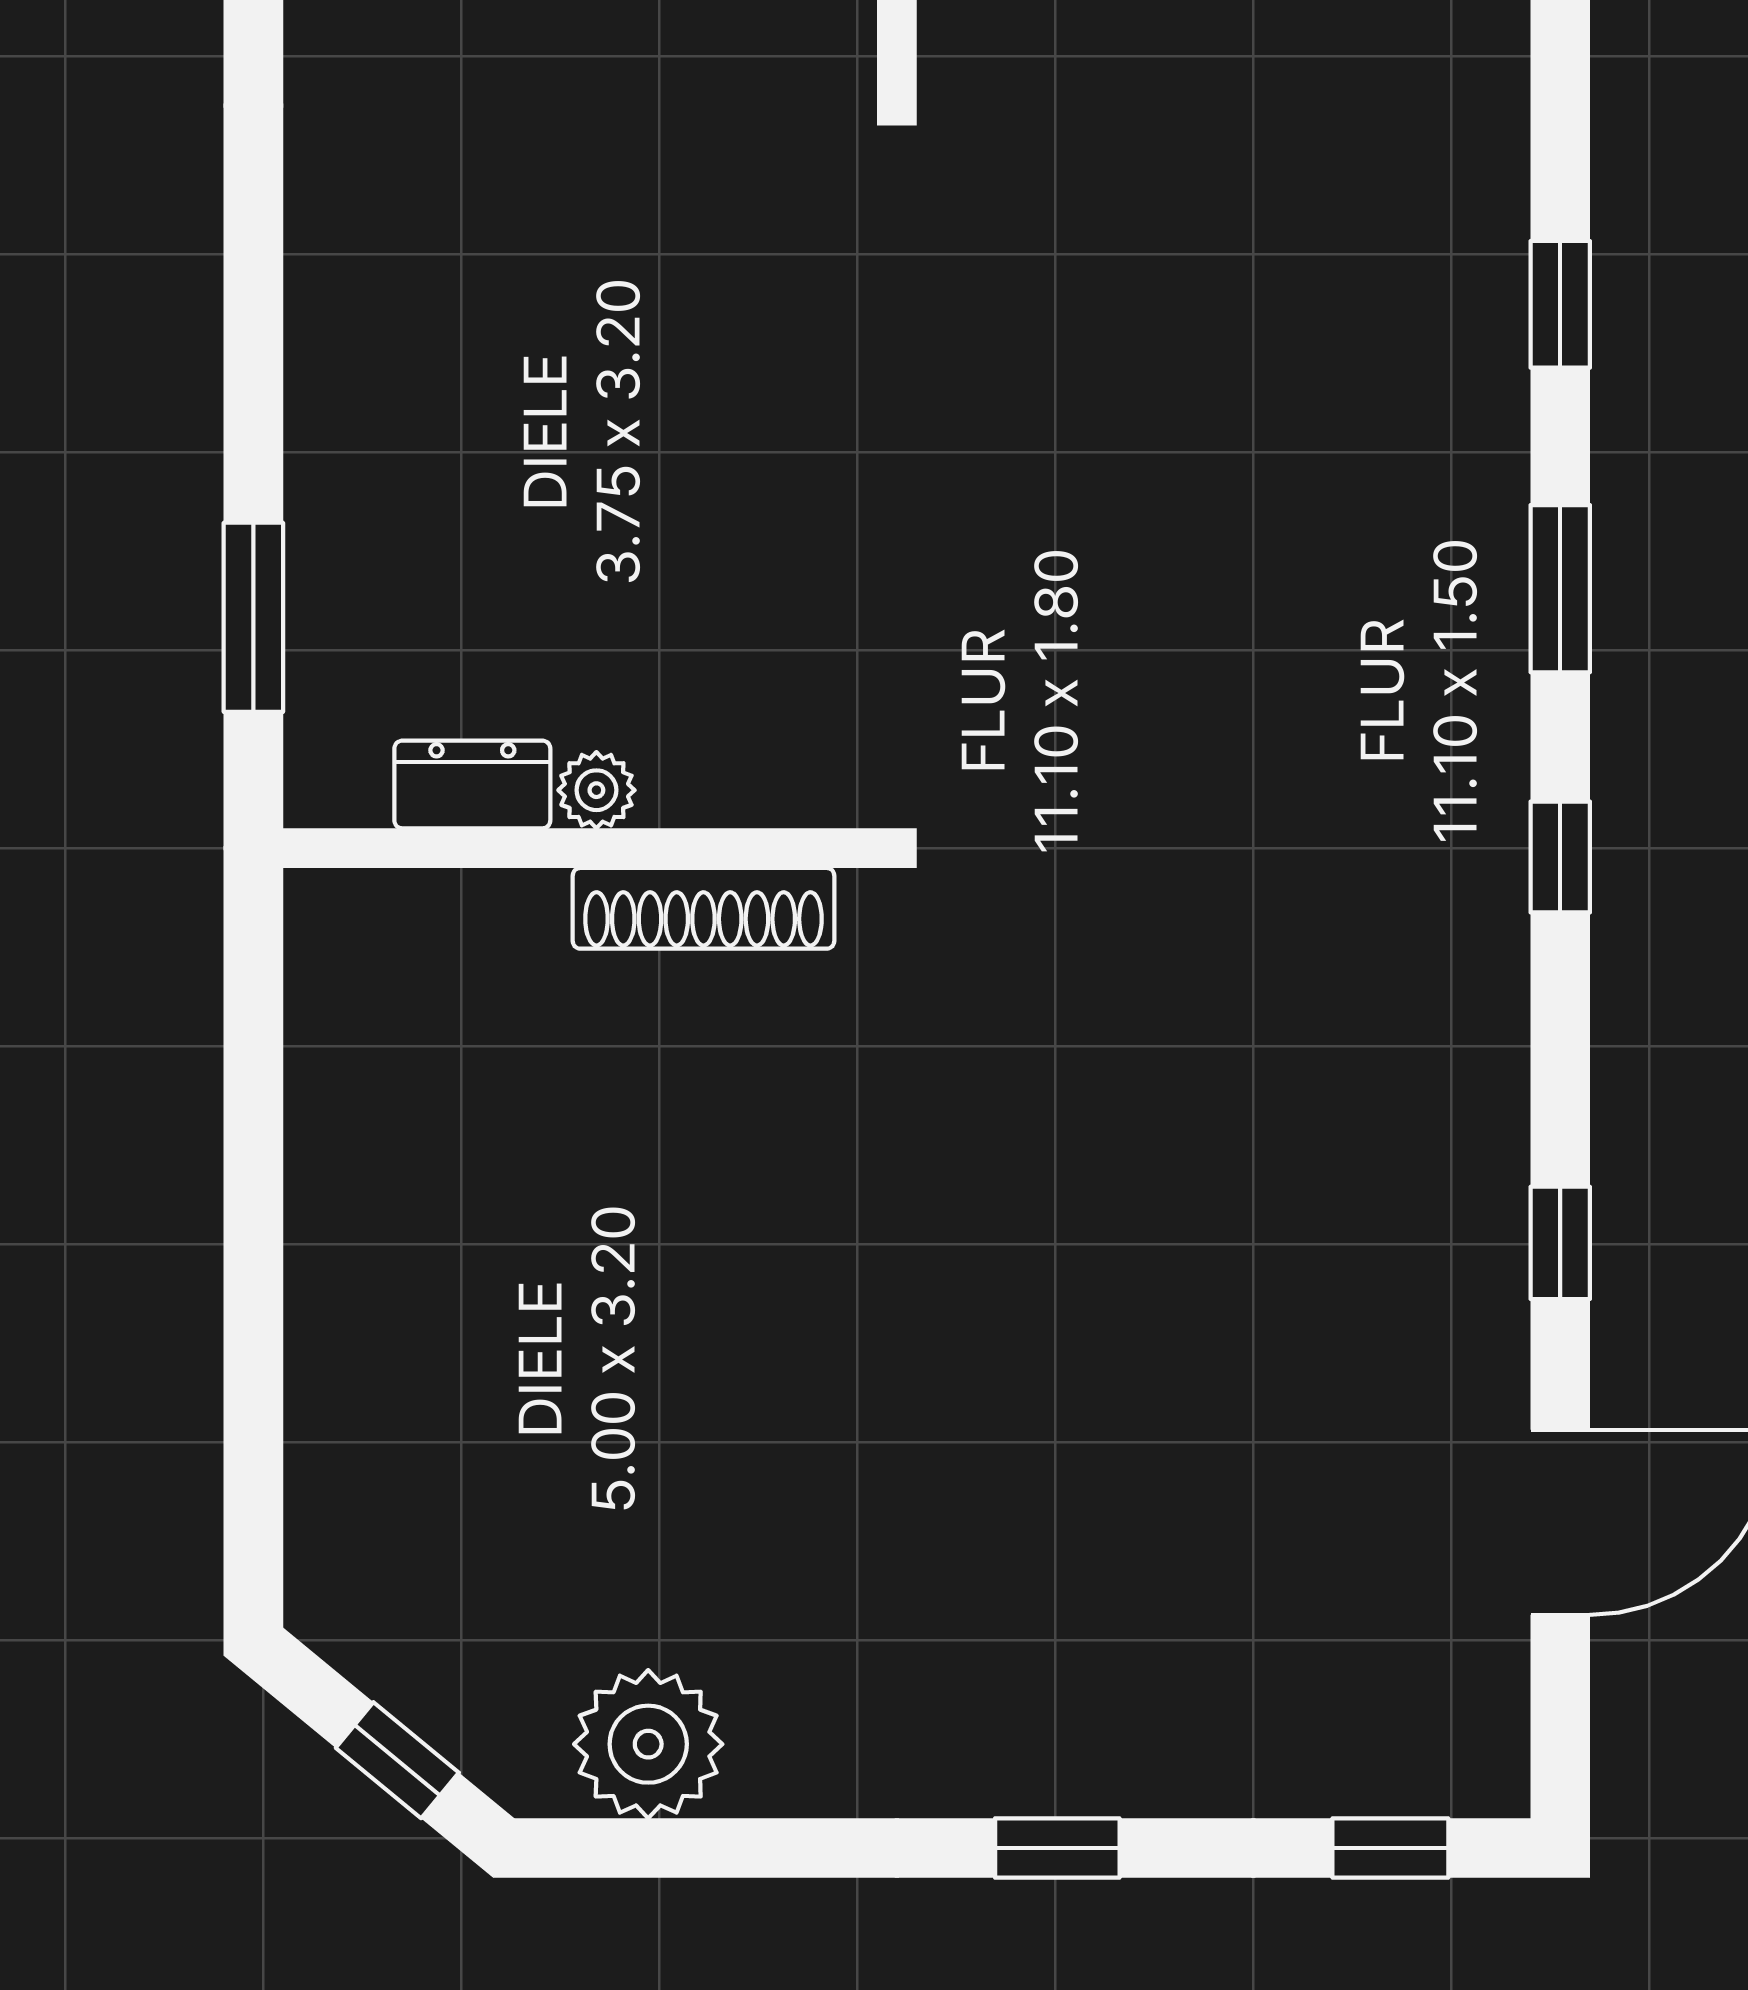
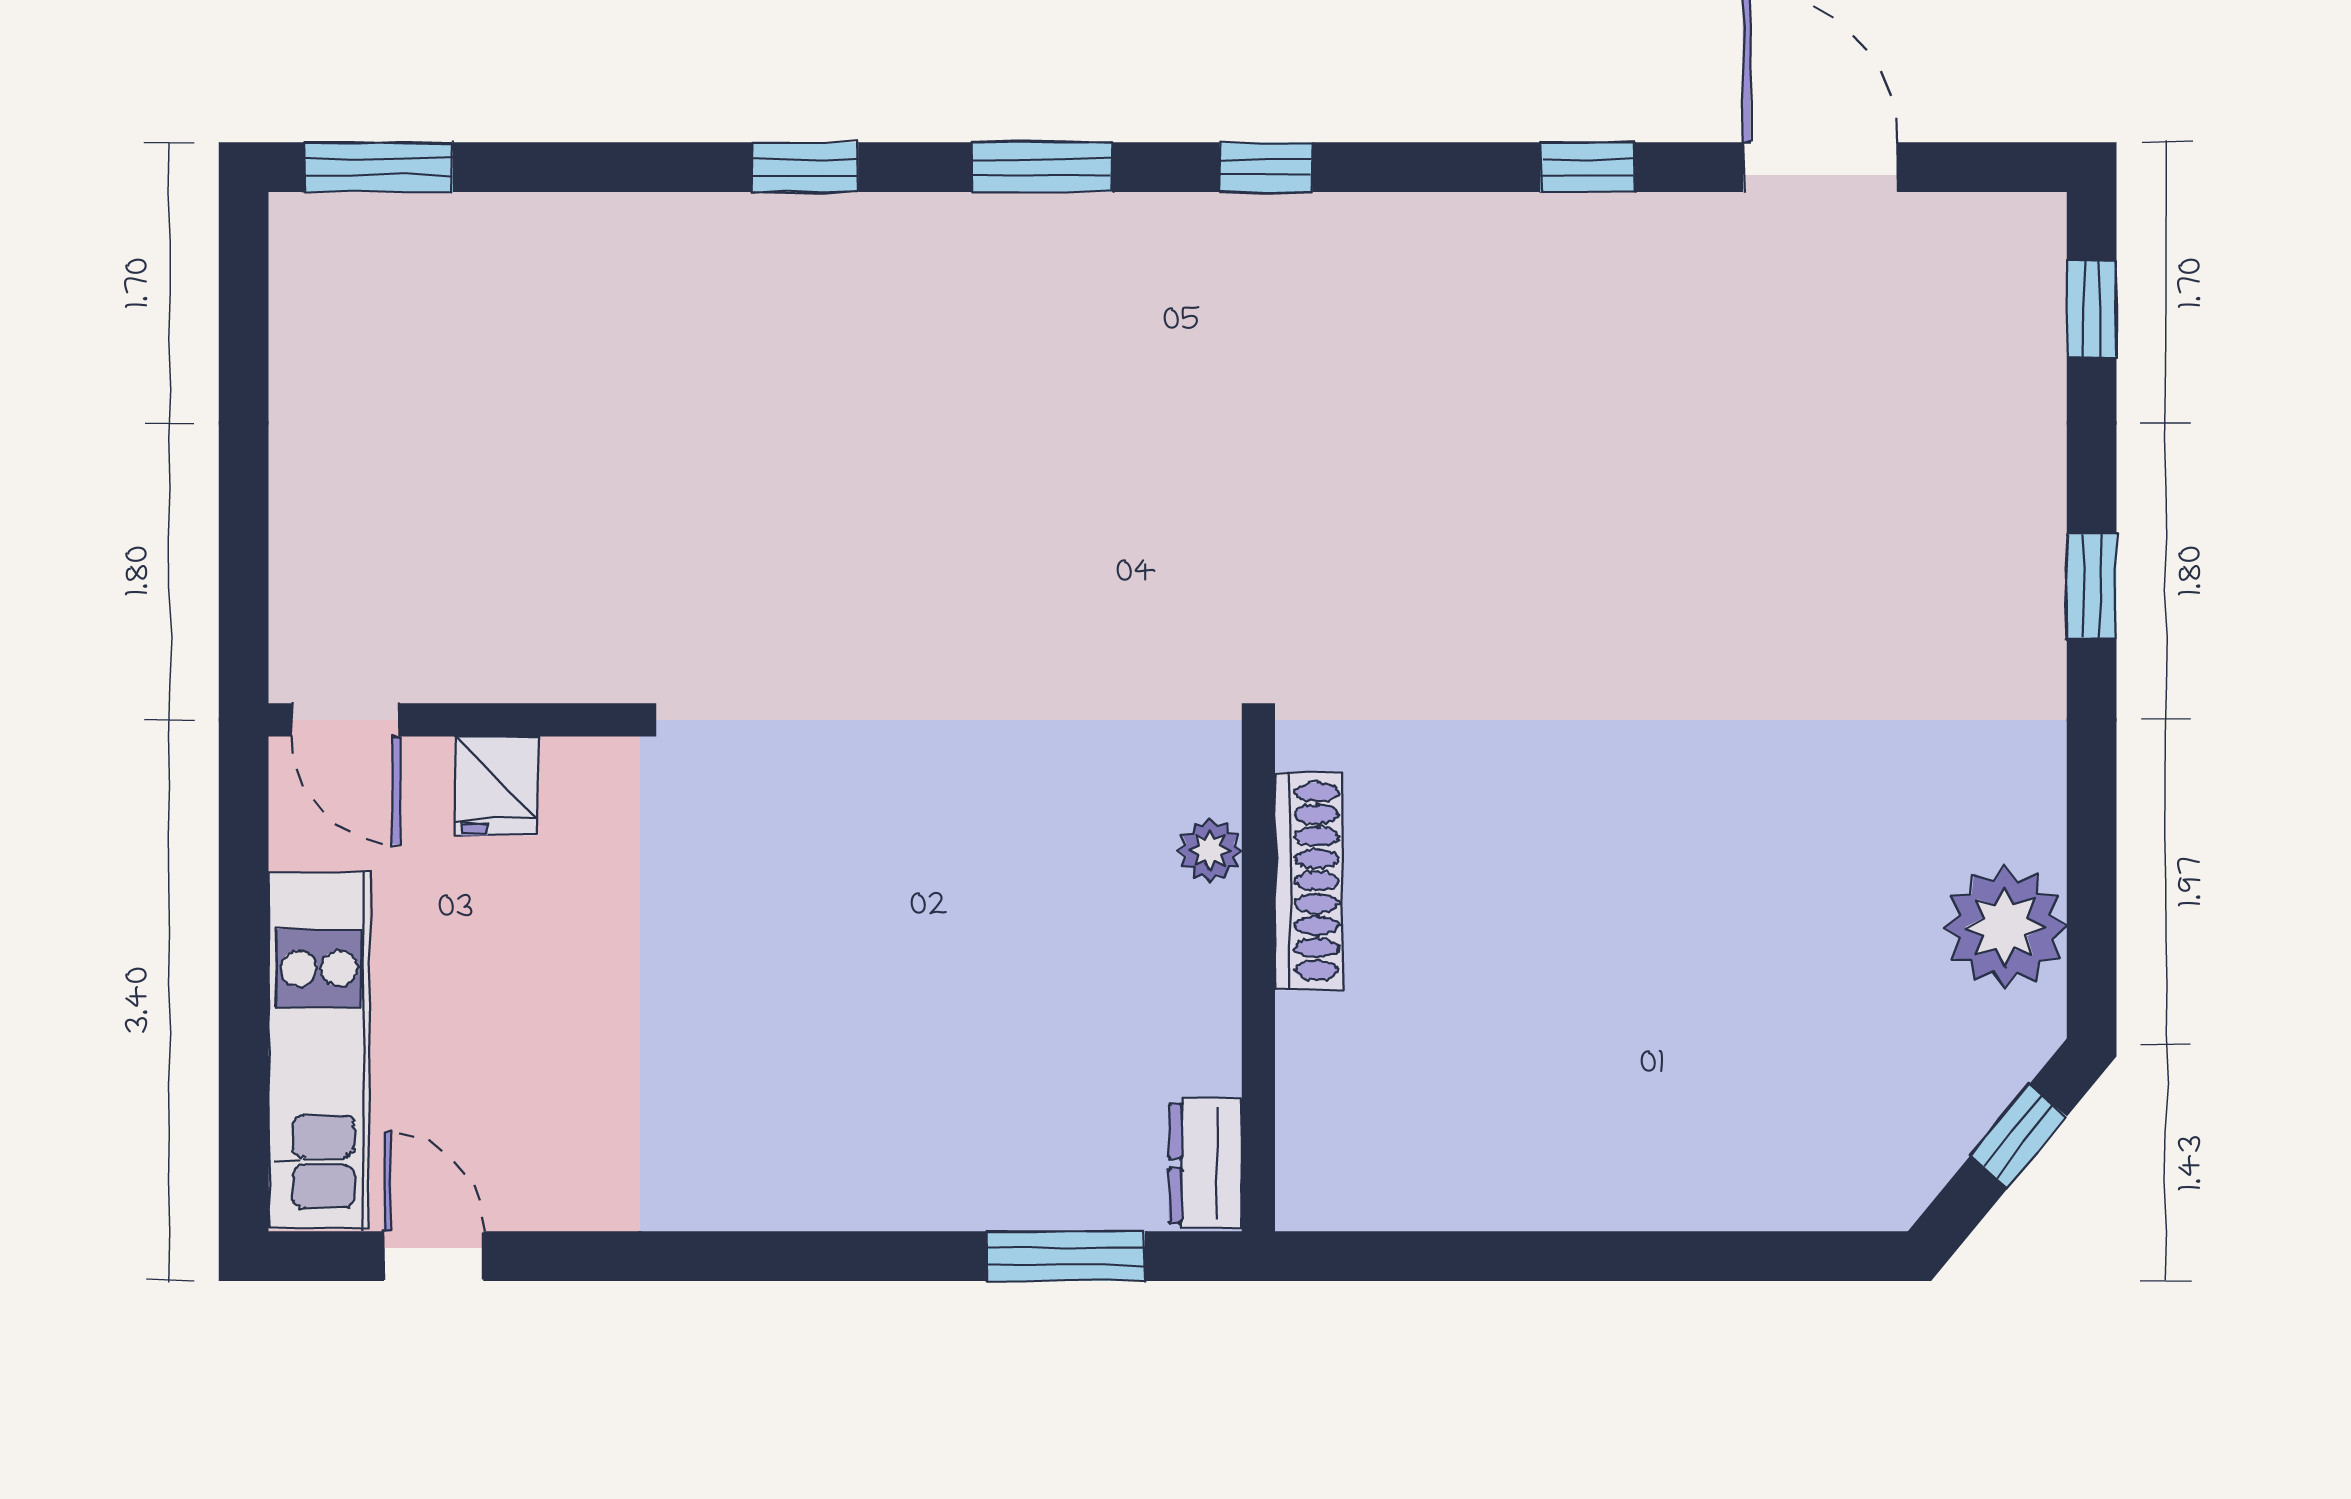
dresser: (472, 784) -> (1205, 1163), moved
plant: (596, 790) -> (1210, 850), moved

